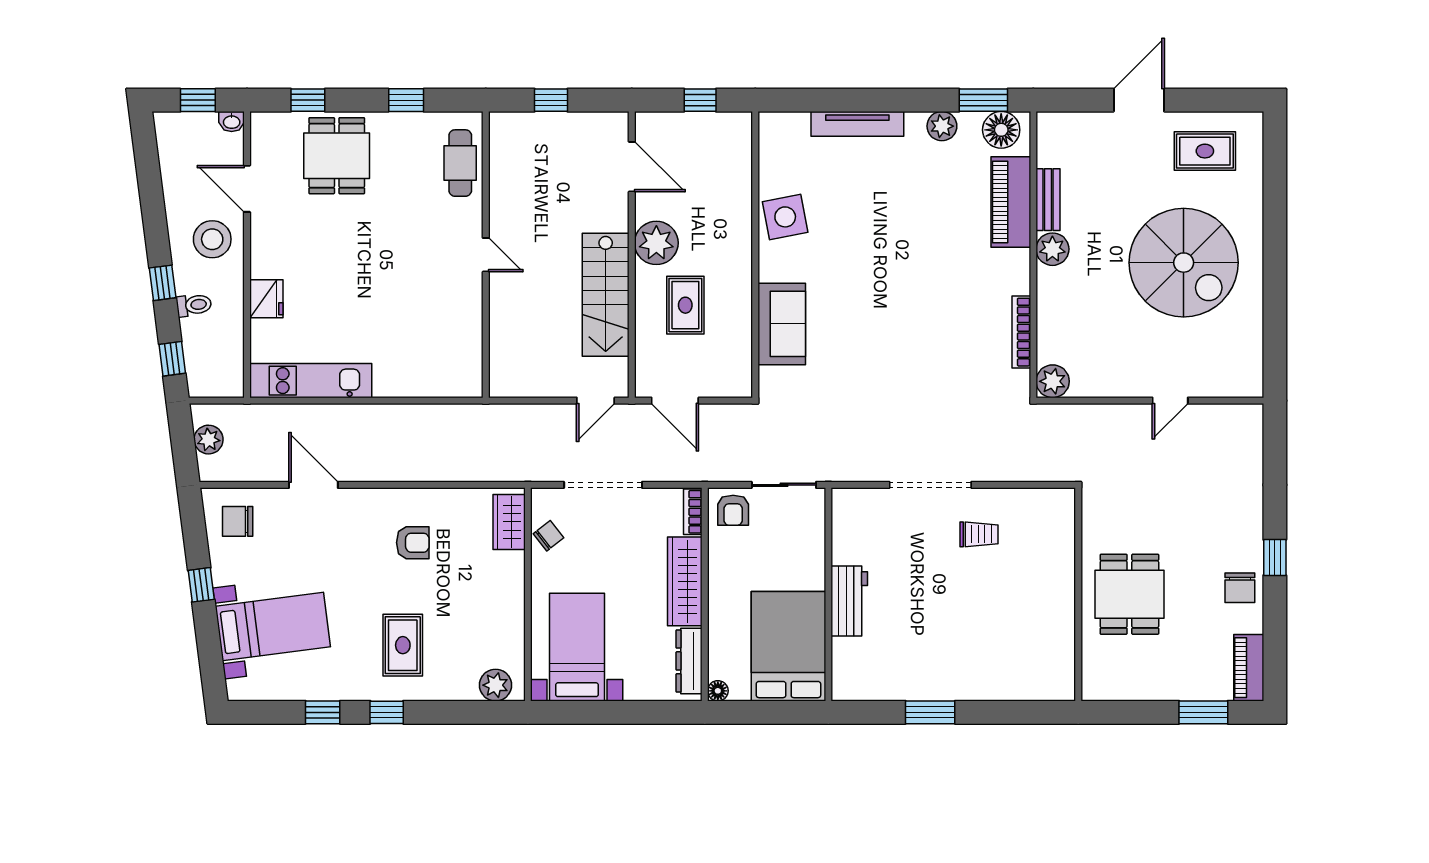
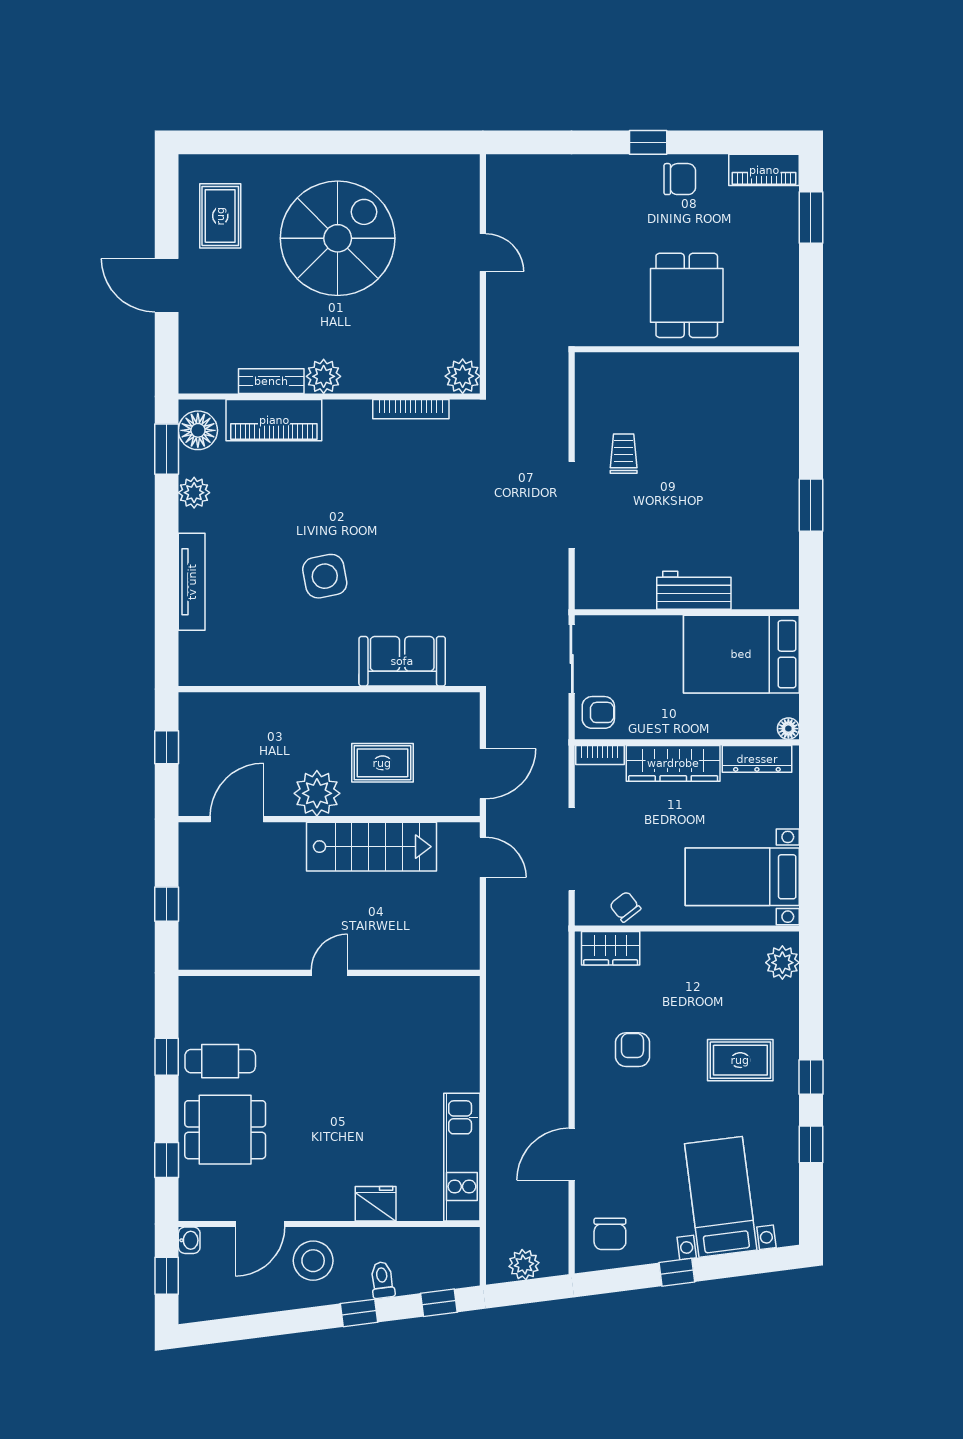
cafe table: (460, 163) -> (220, 1061), moved
side table: (785, 217) -> (325, 576), moved
dining table: (1129, 594) -> (687, 295), turned 90

